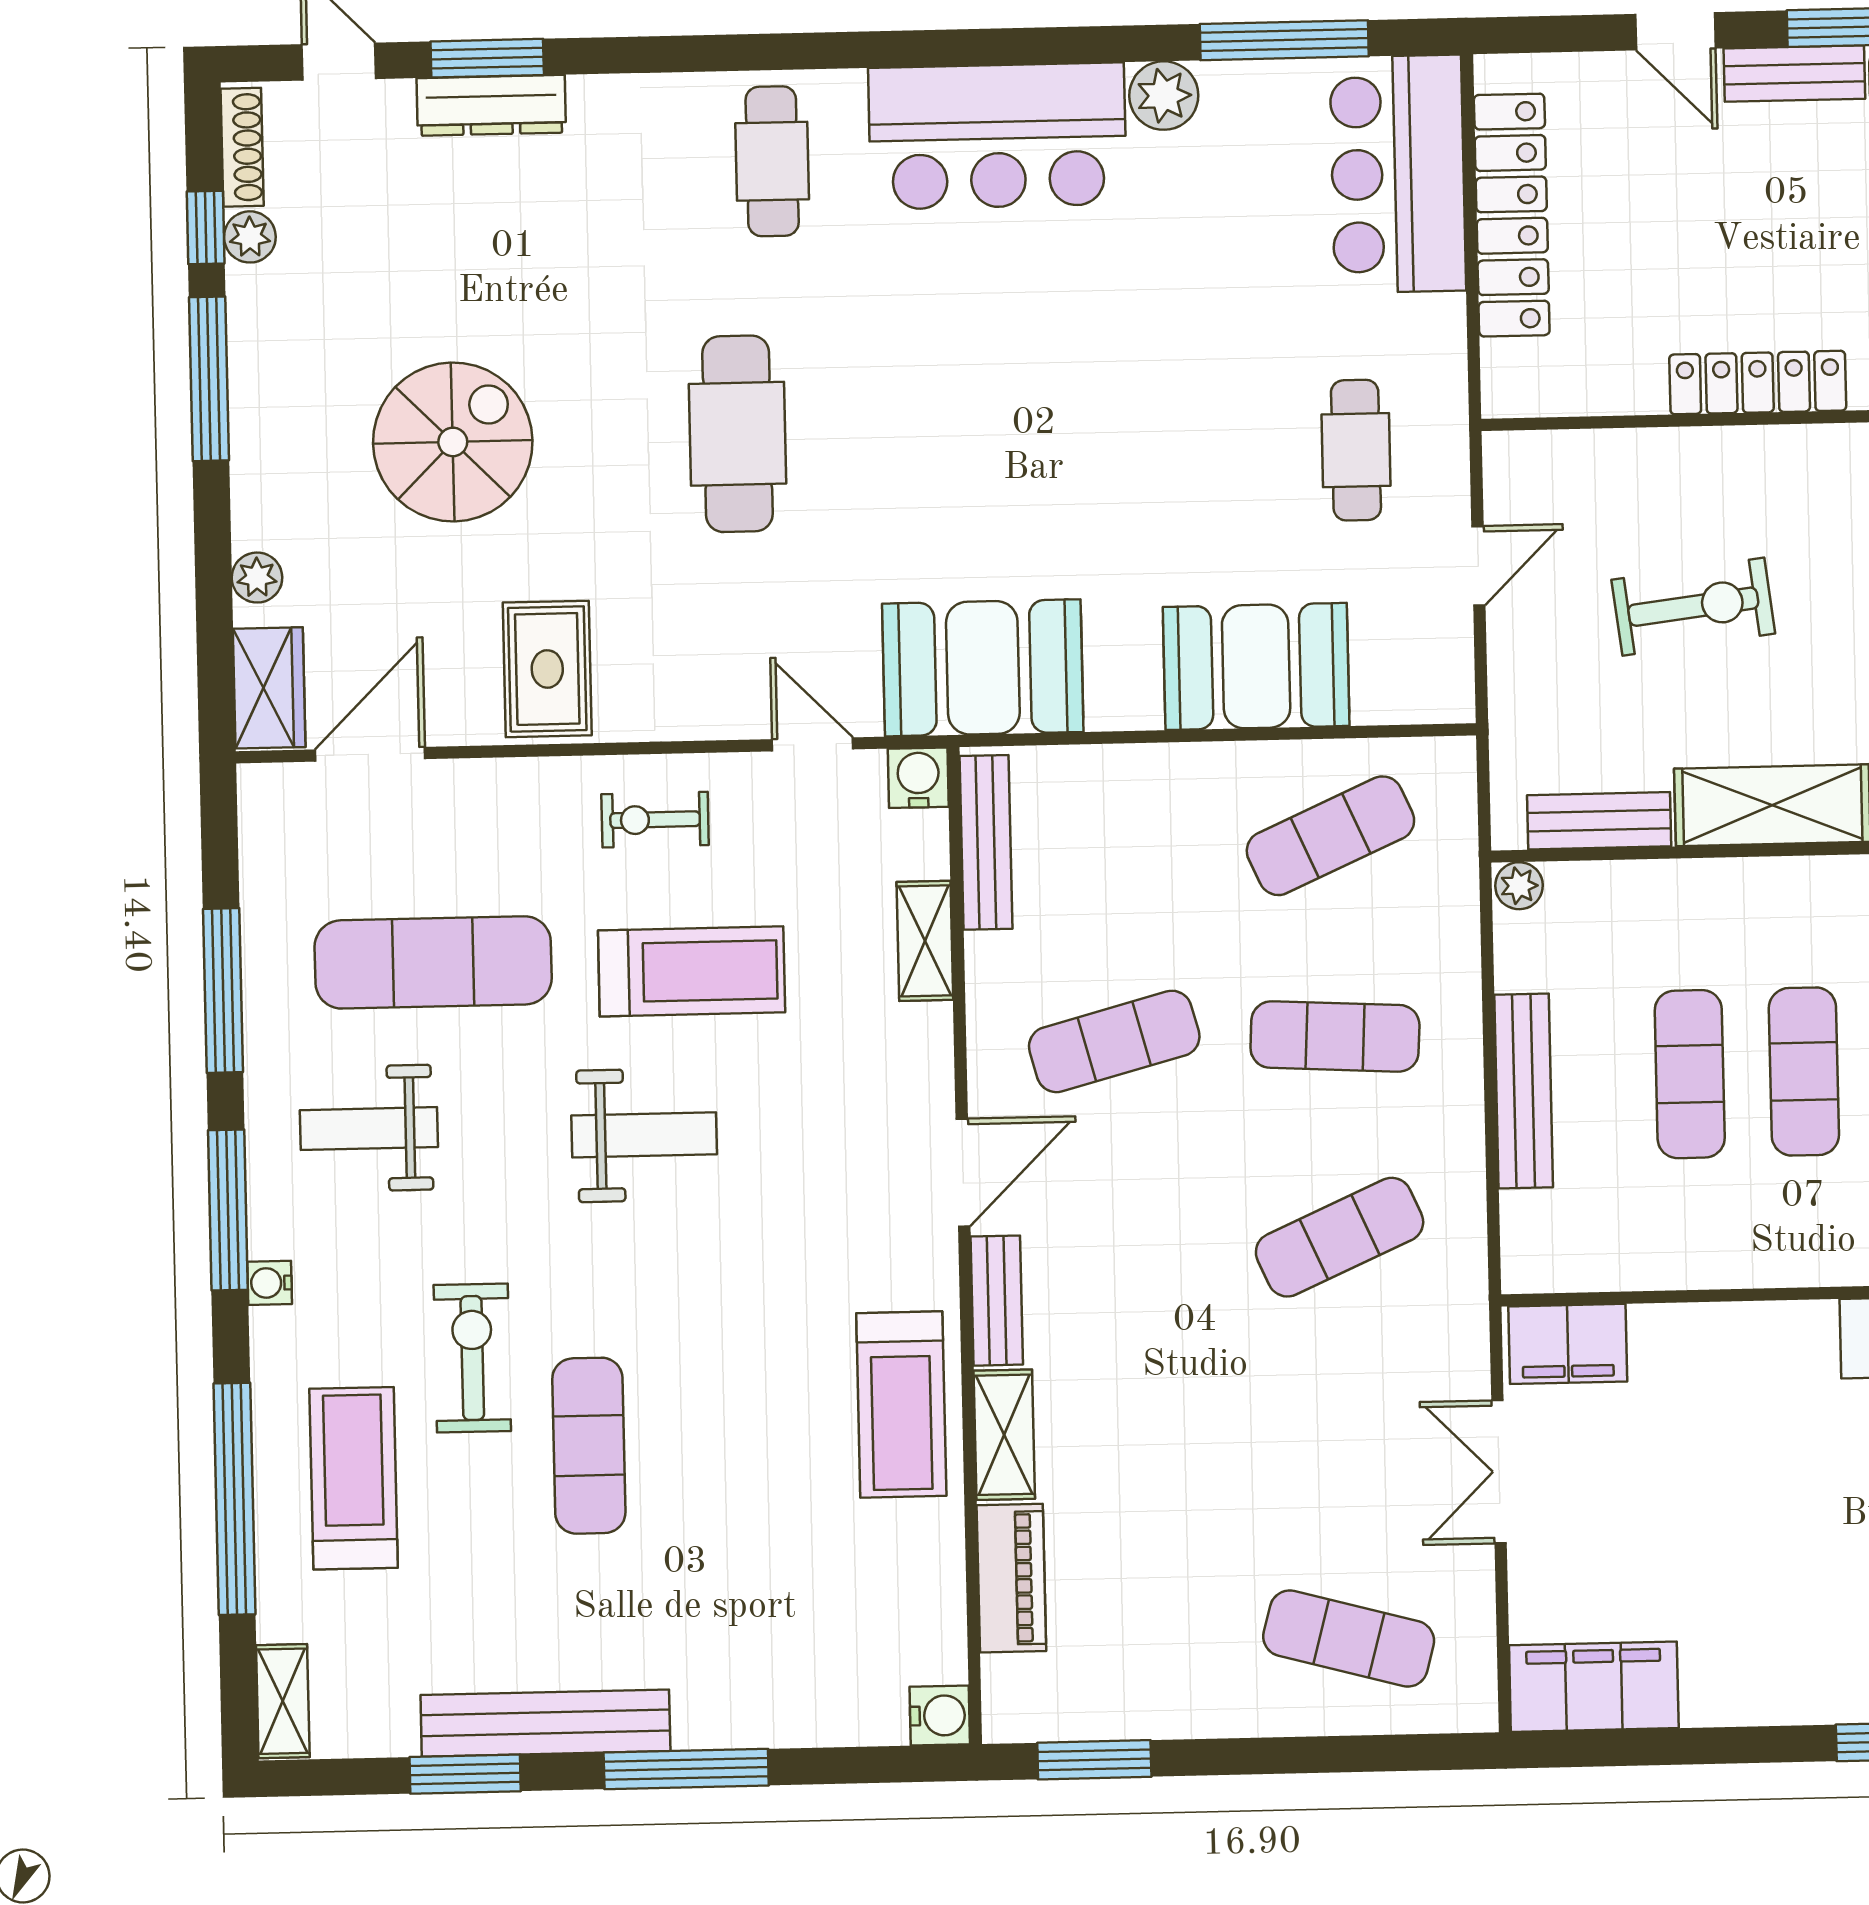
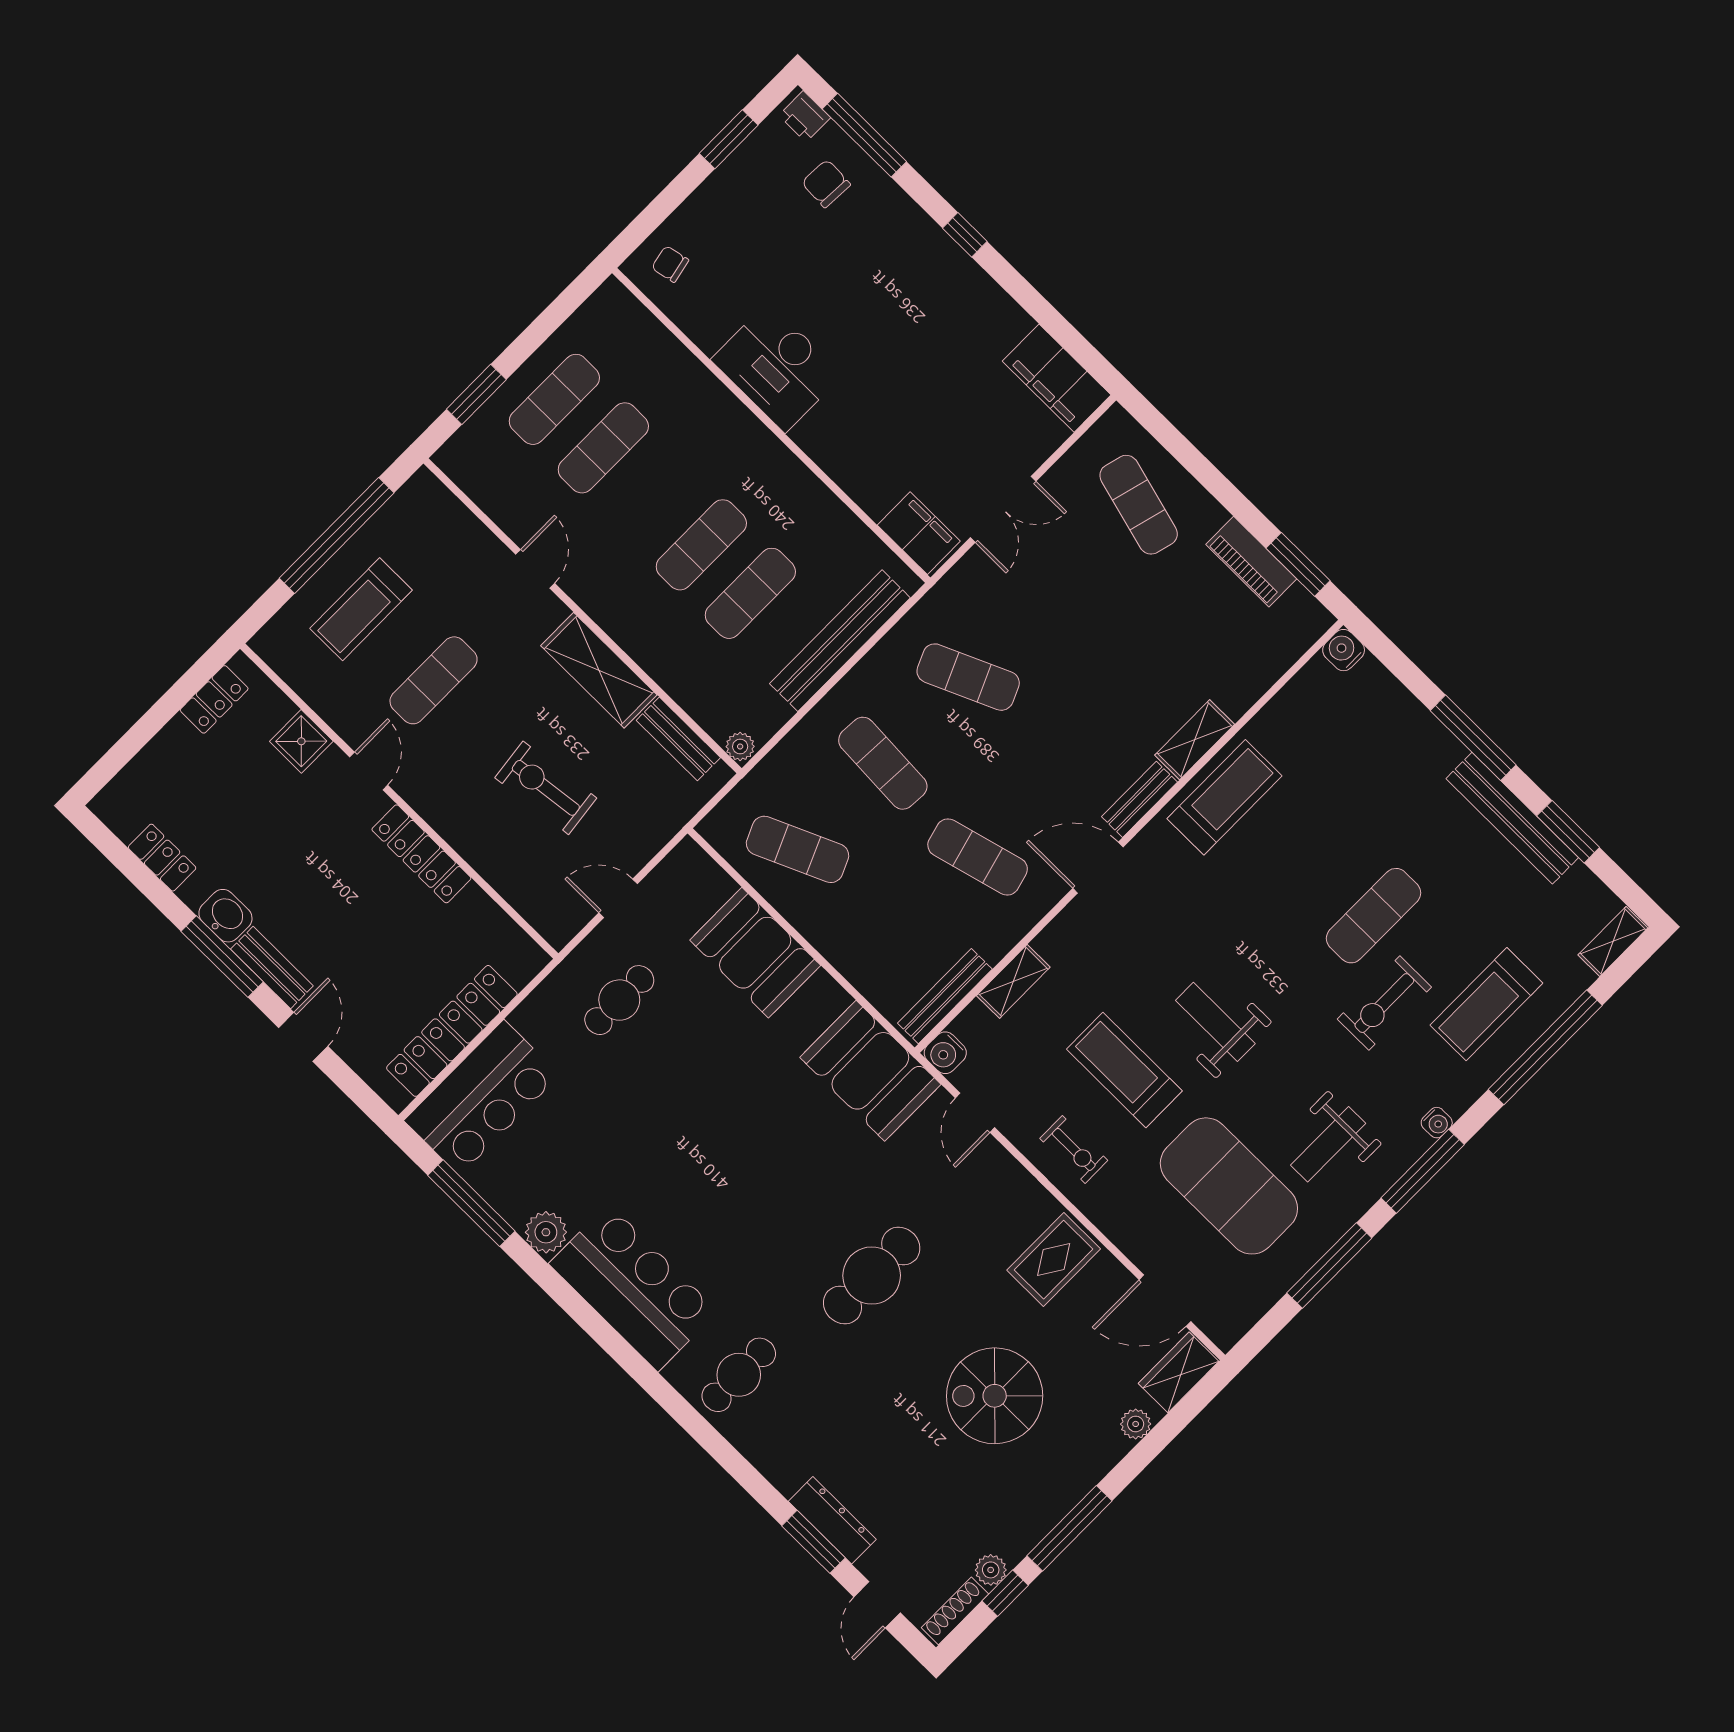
exercise mat: (433, 962) -> (1229, 1186), width x1.47
bench: (1524, 1091) -> (840, 641), width x1.37, depth x1.21
weight bench: (369, 1129) -> (1328, 1144), turned 90
piano: (1011, 1578) -> (1251, 562), moved, turned -90

